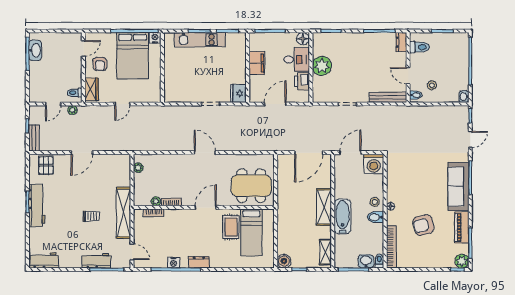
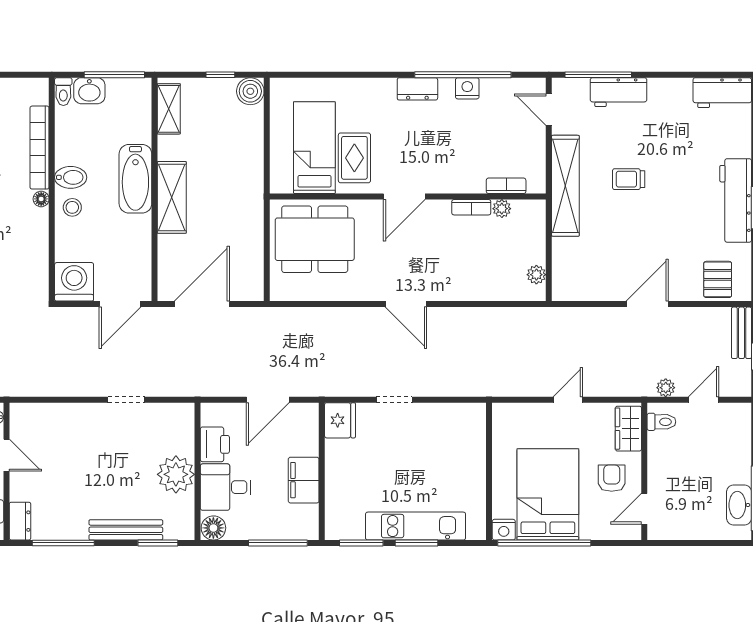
bench: (388, 97) -> (126, 530), moved
bookcase: (391, 247) -> (40, 148), moved

